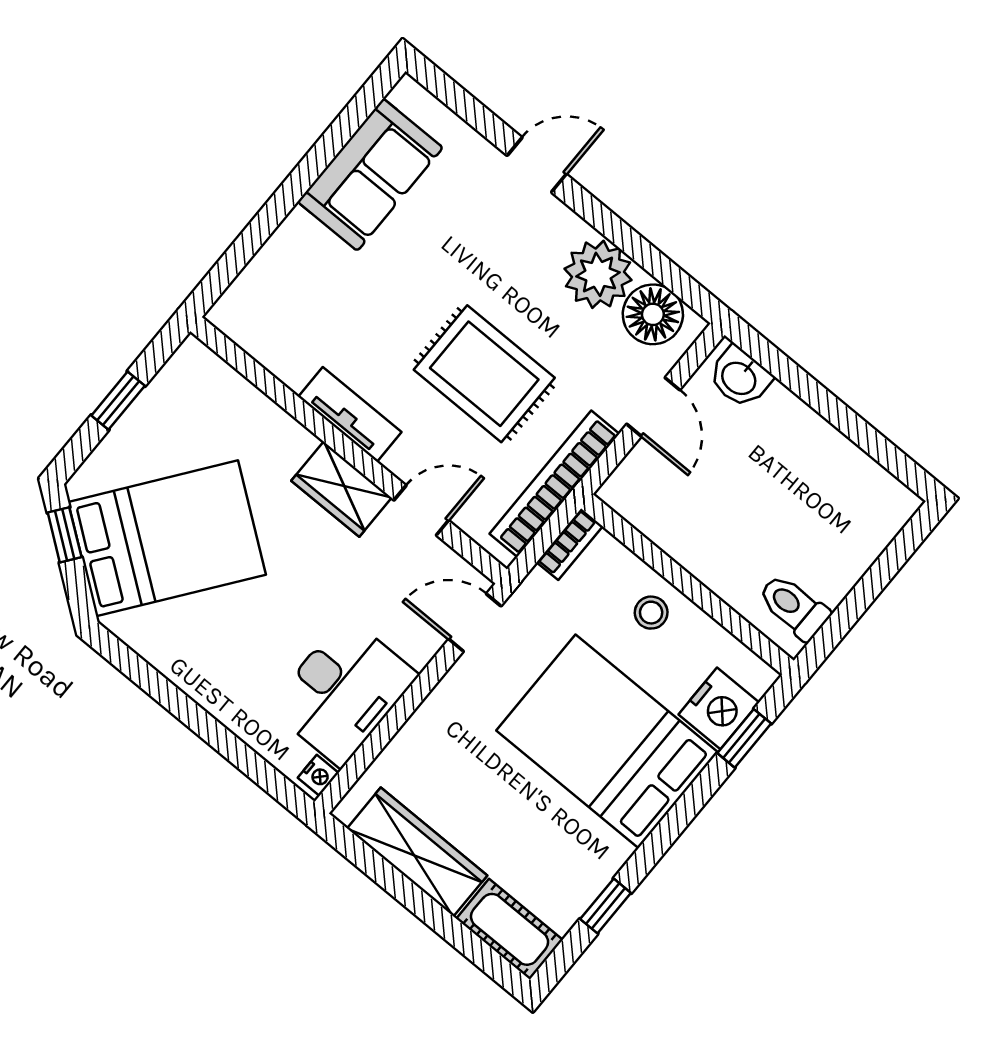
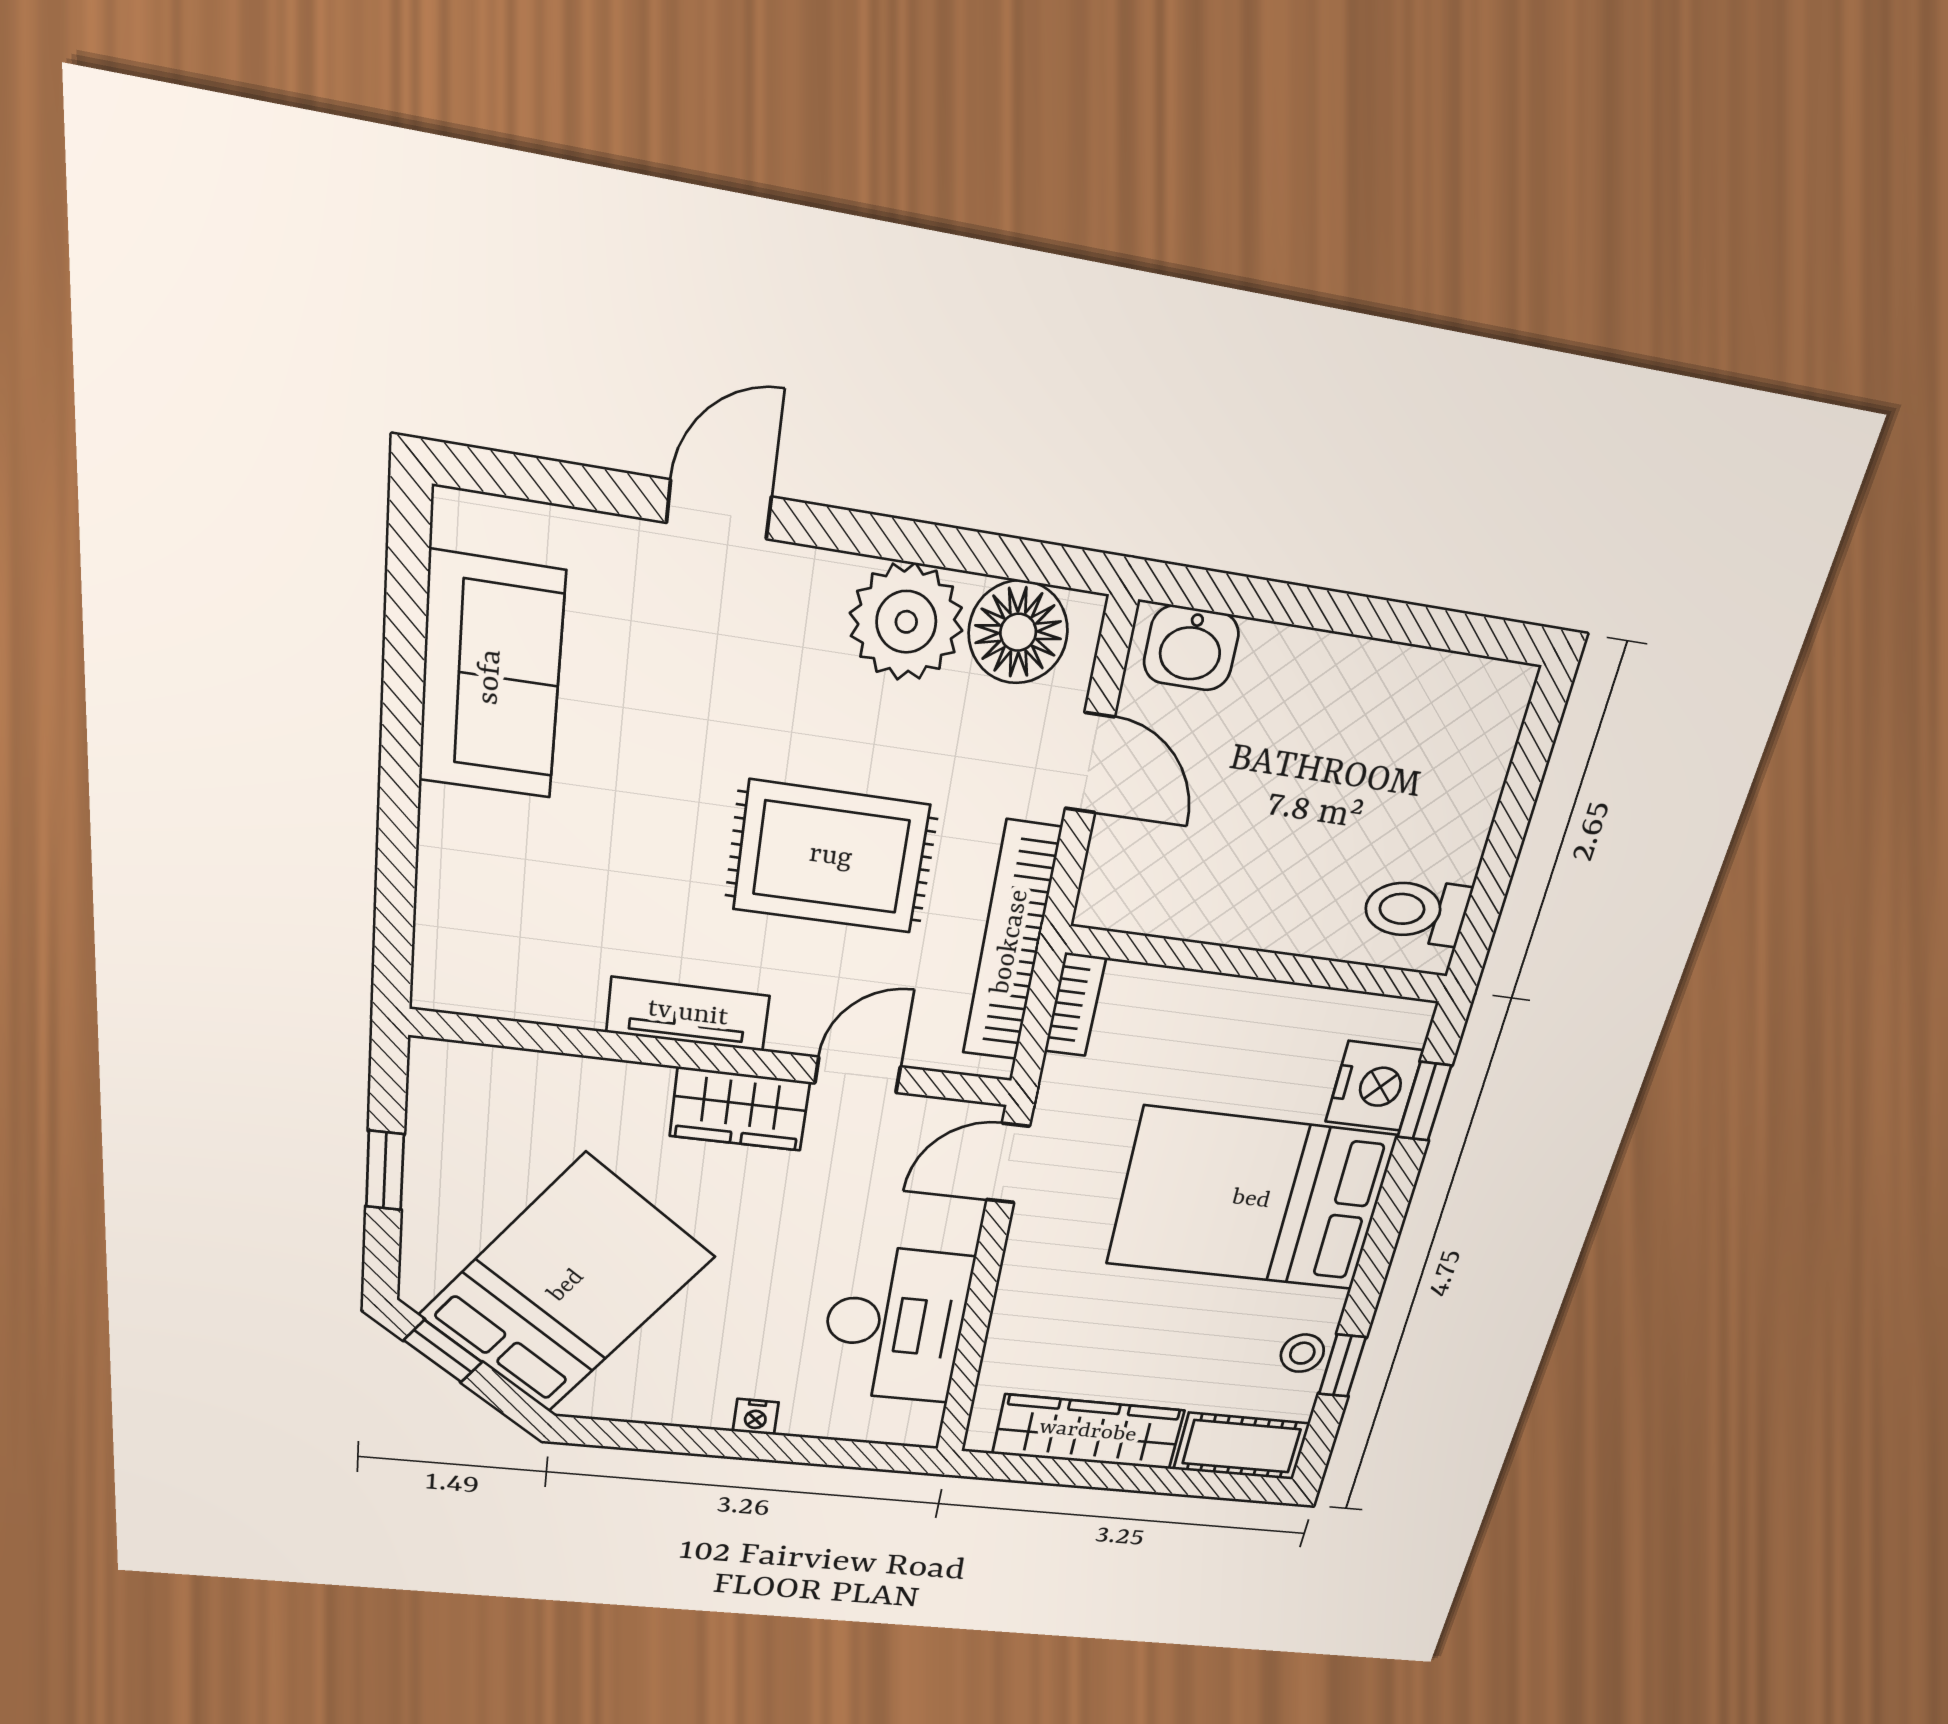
stool: (651, 613) -> (1302, 1353), moved
nightstand: (318, 775) -> (756, 1417), moved, turned 90

